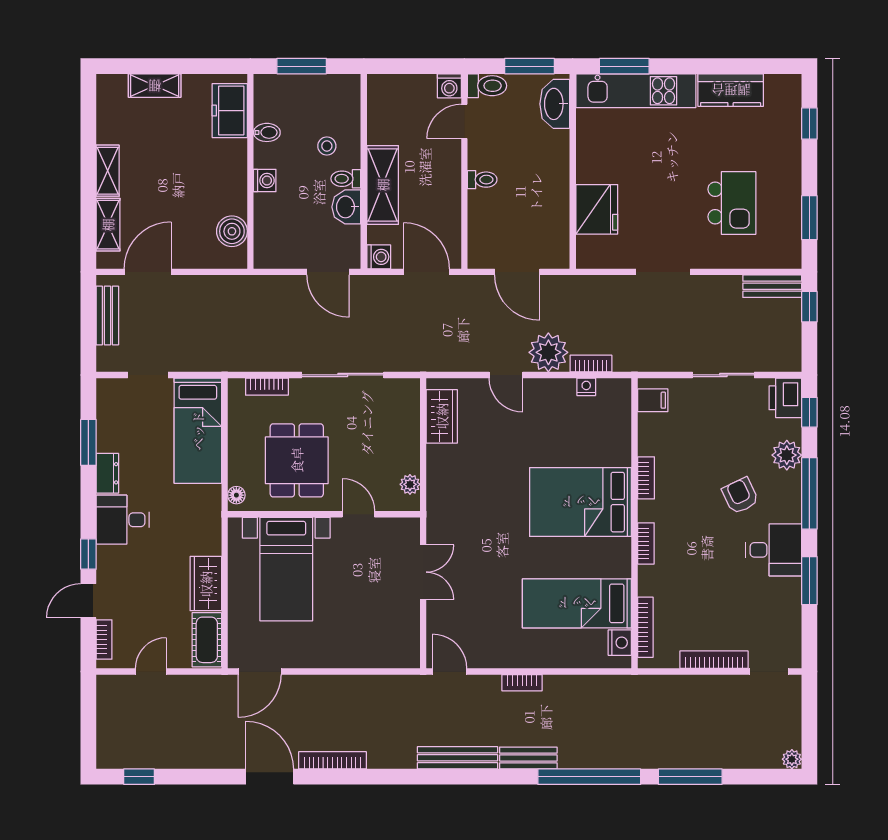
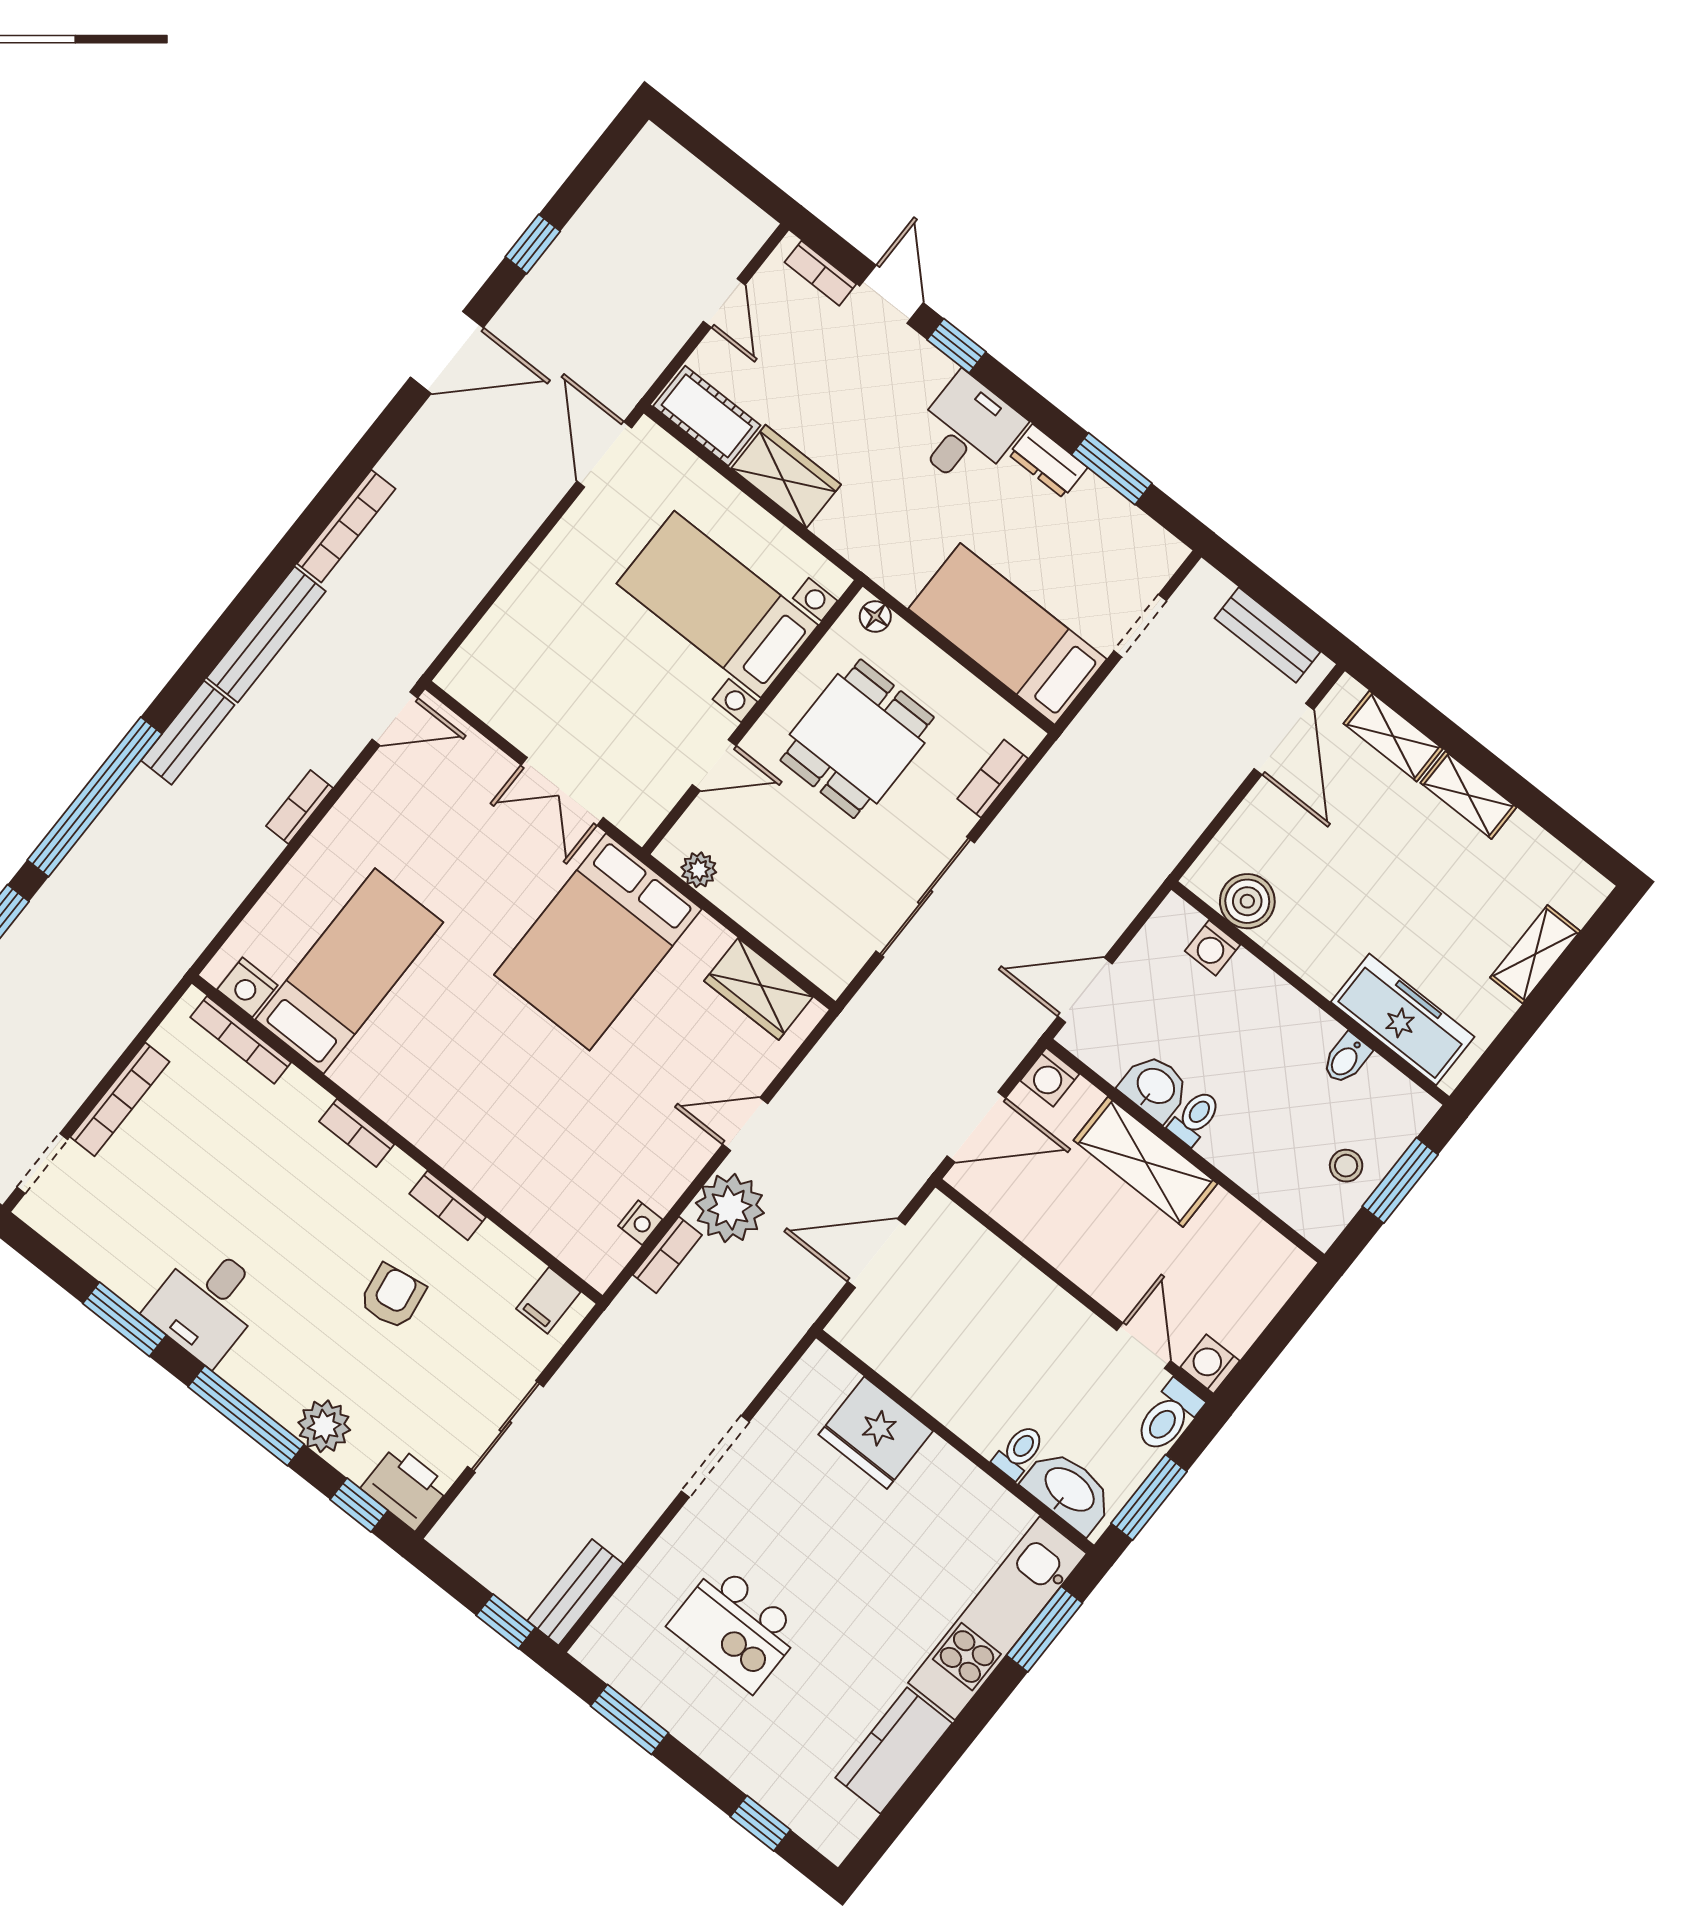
freezer: (230, 111) -> (1403, 1019), width x1.40
stool: (327, 146) -> (1346, 1166), moved
washing machine: (265, 180) -> (1212, 948), moved
toilet: (482, 180) -> (1019, 1452), moved, turned 180
dining table: (297, 460) -> (857, 739), turned 90
armchair: (740, 496) -> (392, 1297), moved, turned -73
bed: (581, 502) -> (598, 942), moved, turned 180
bookcase: (333, 760) -> (346, 526), moved
window: (139, 777) -> (533, 244), moved

